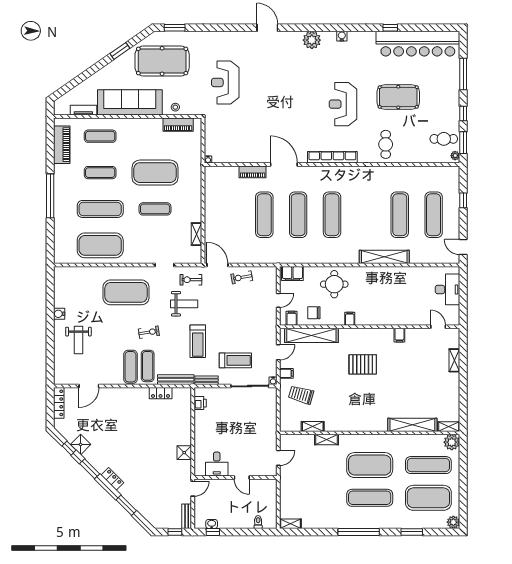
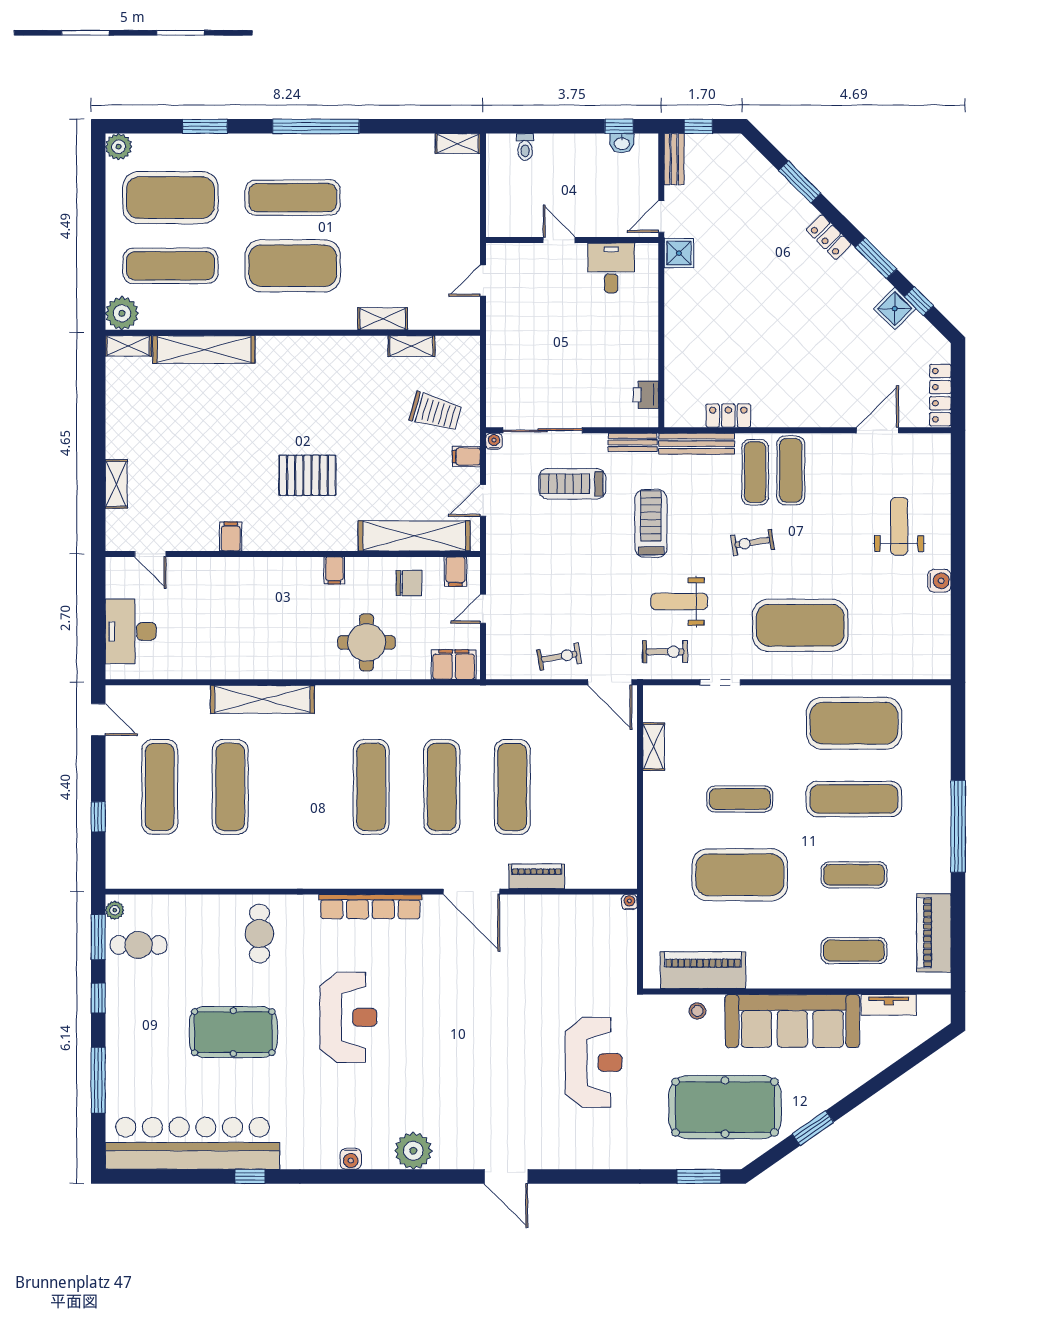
piano: (178, 125) -> (703, 970), width x1.37, depth x1.33
shower: (184, 453) -> (679, 253), moved

